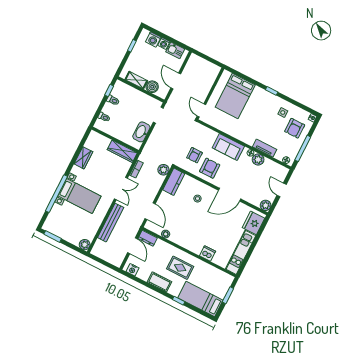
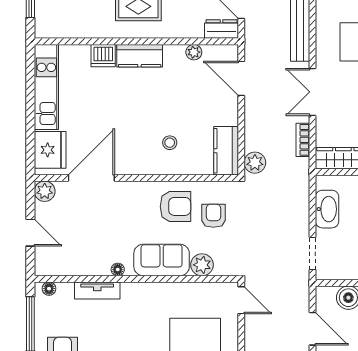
plant: (258, 160) -> (202, 265), moved
armchair: (210, 168) -> (175, 206), turned -90
door: (230, 195) -> (91, 178), moved
kitchen counter: (191, 245) -> (140, 56), added

